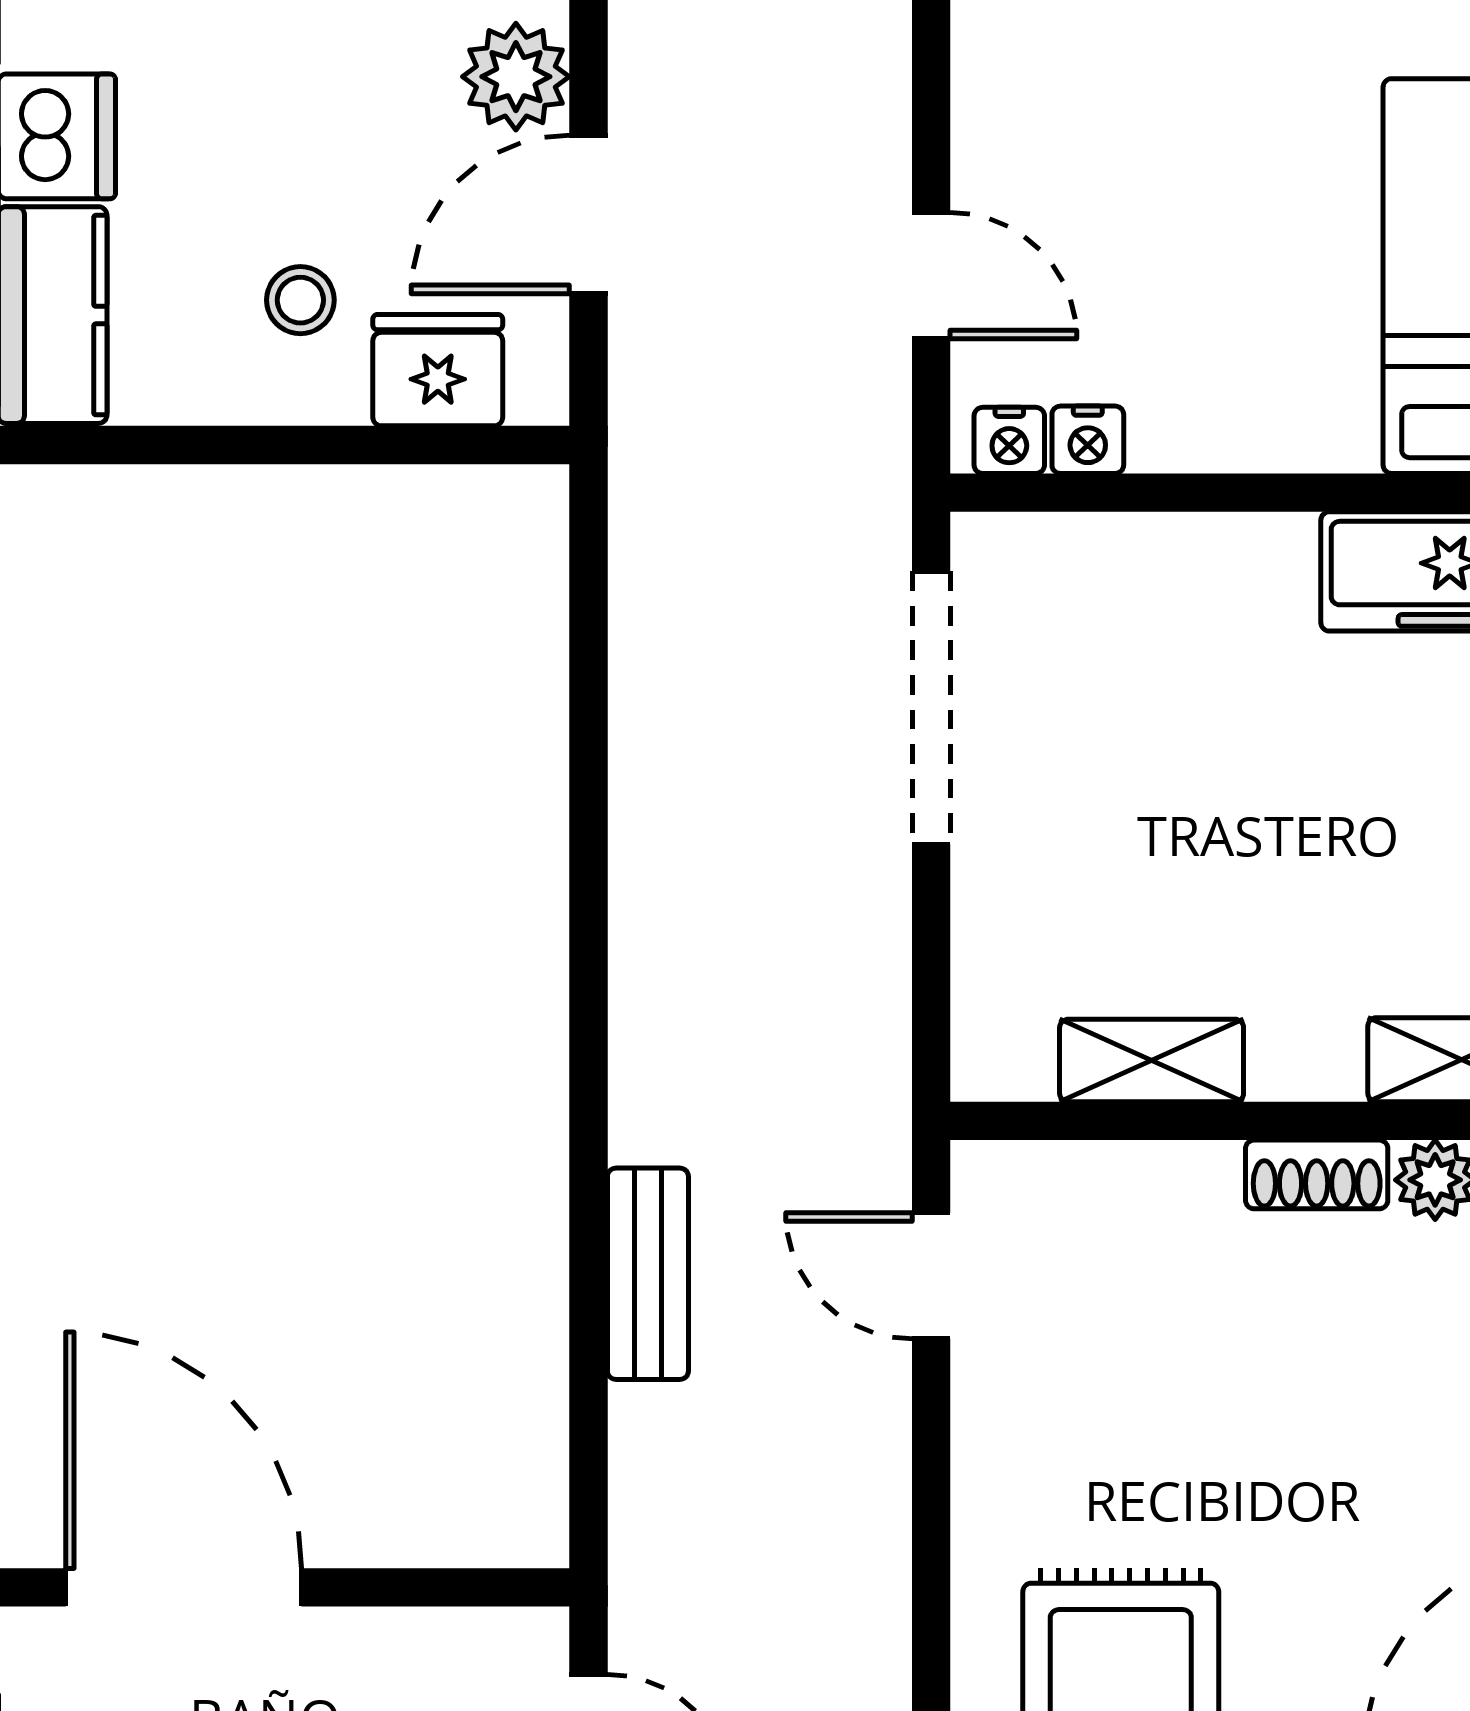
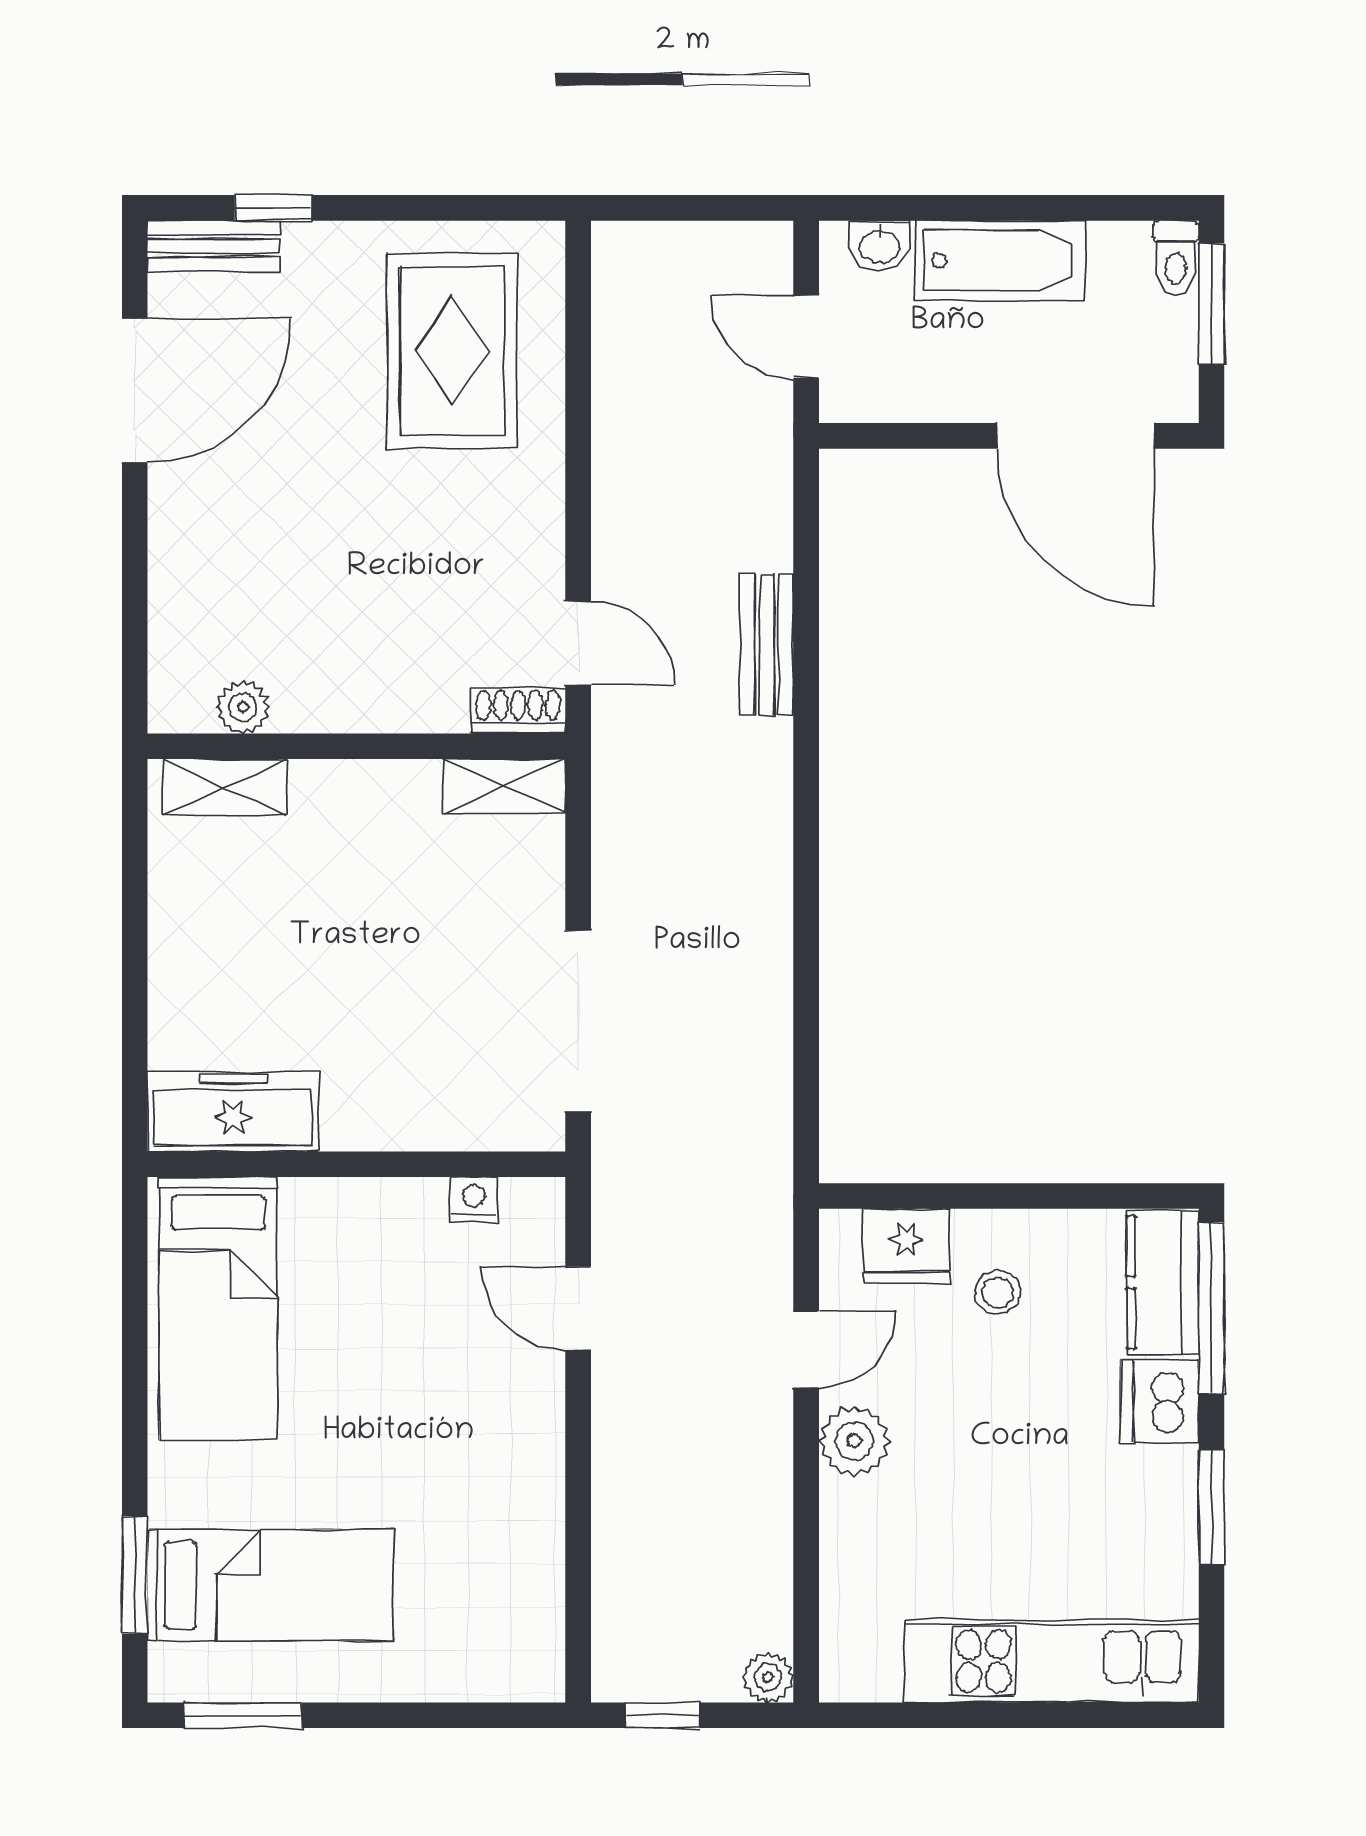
door: (588, 215) -> (806, 1349), width x0.73
nightstand: (1009, 440) -> (526, 1199), removed
shelving: (1152, 1060) -> (504, 786), moved
shoe rack: (1317, 1174) -> (518, 711), moved

